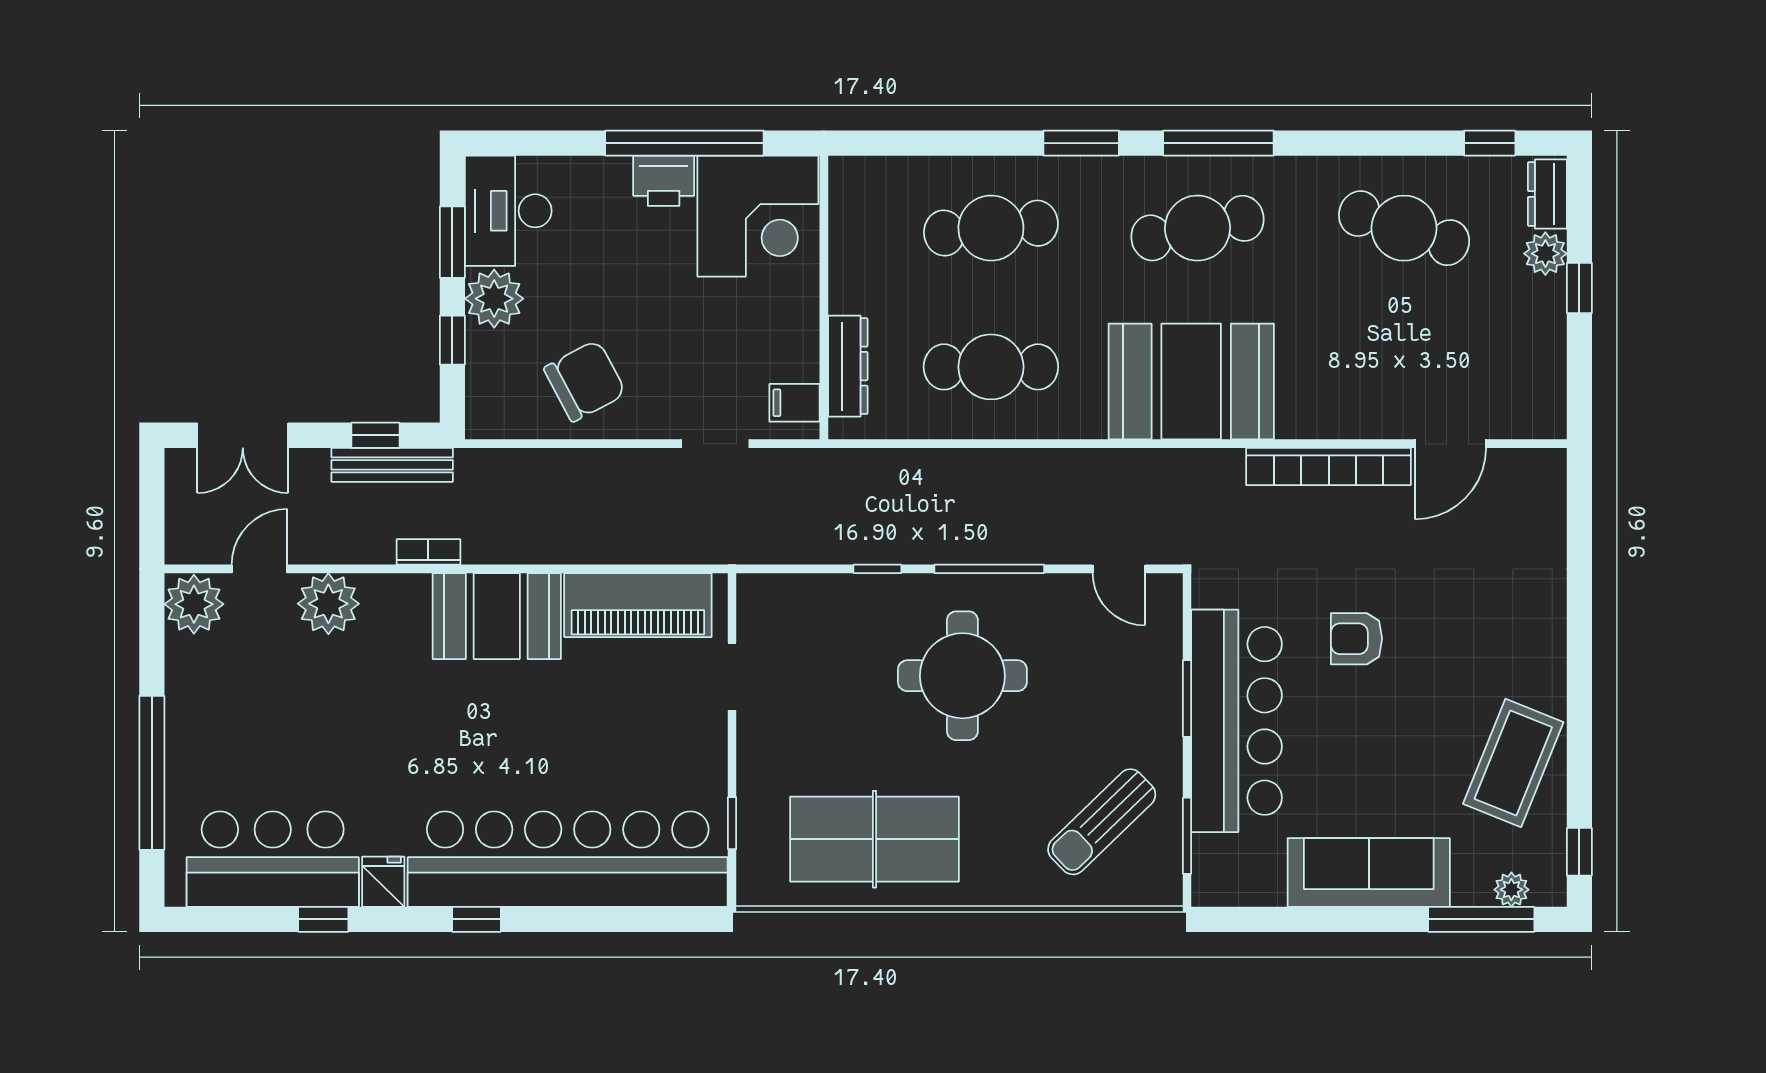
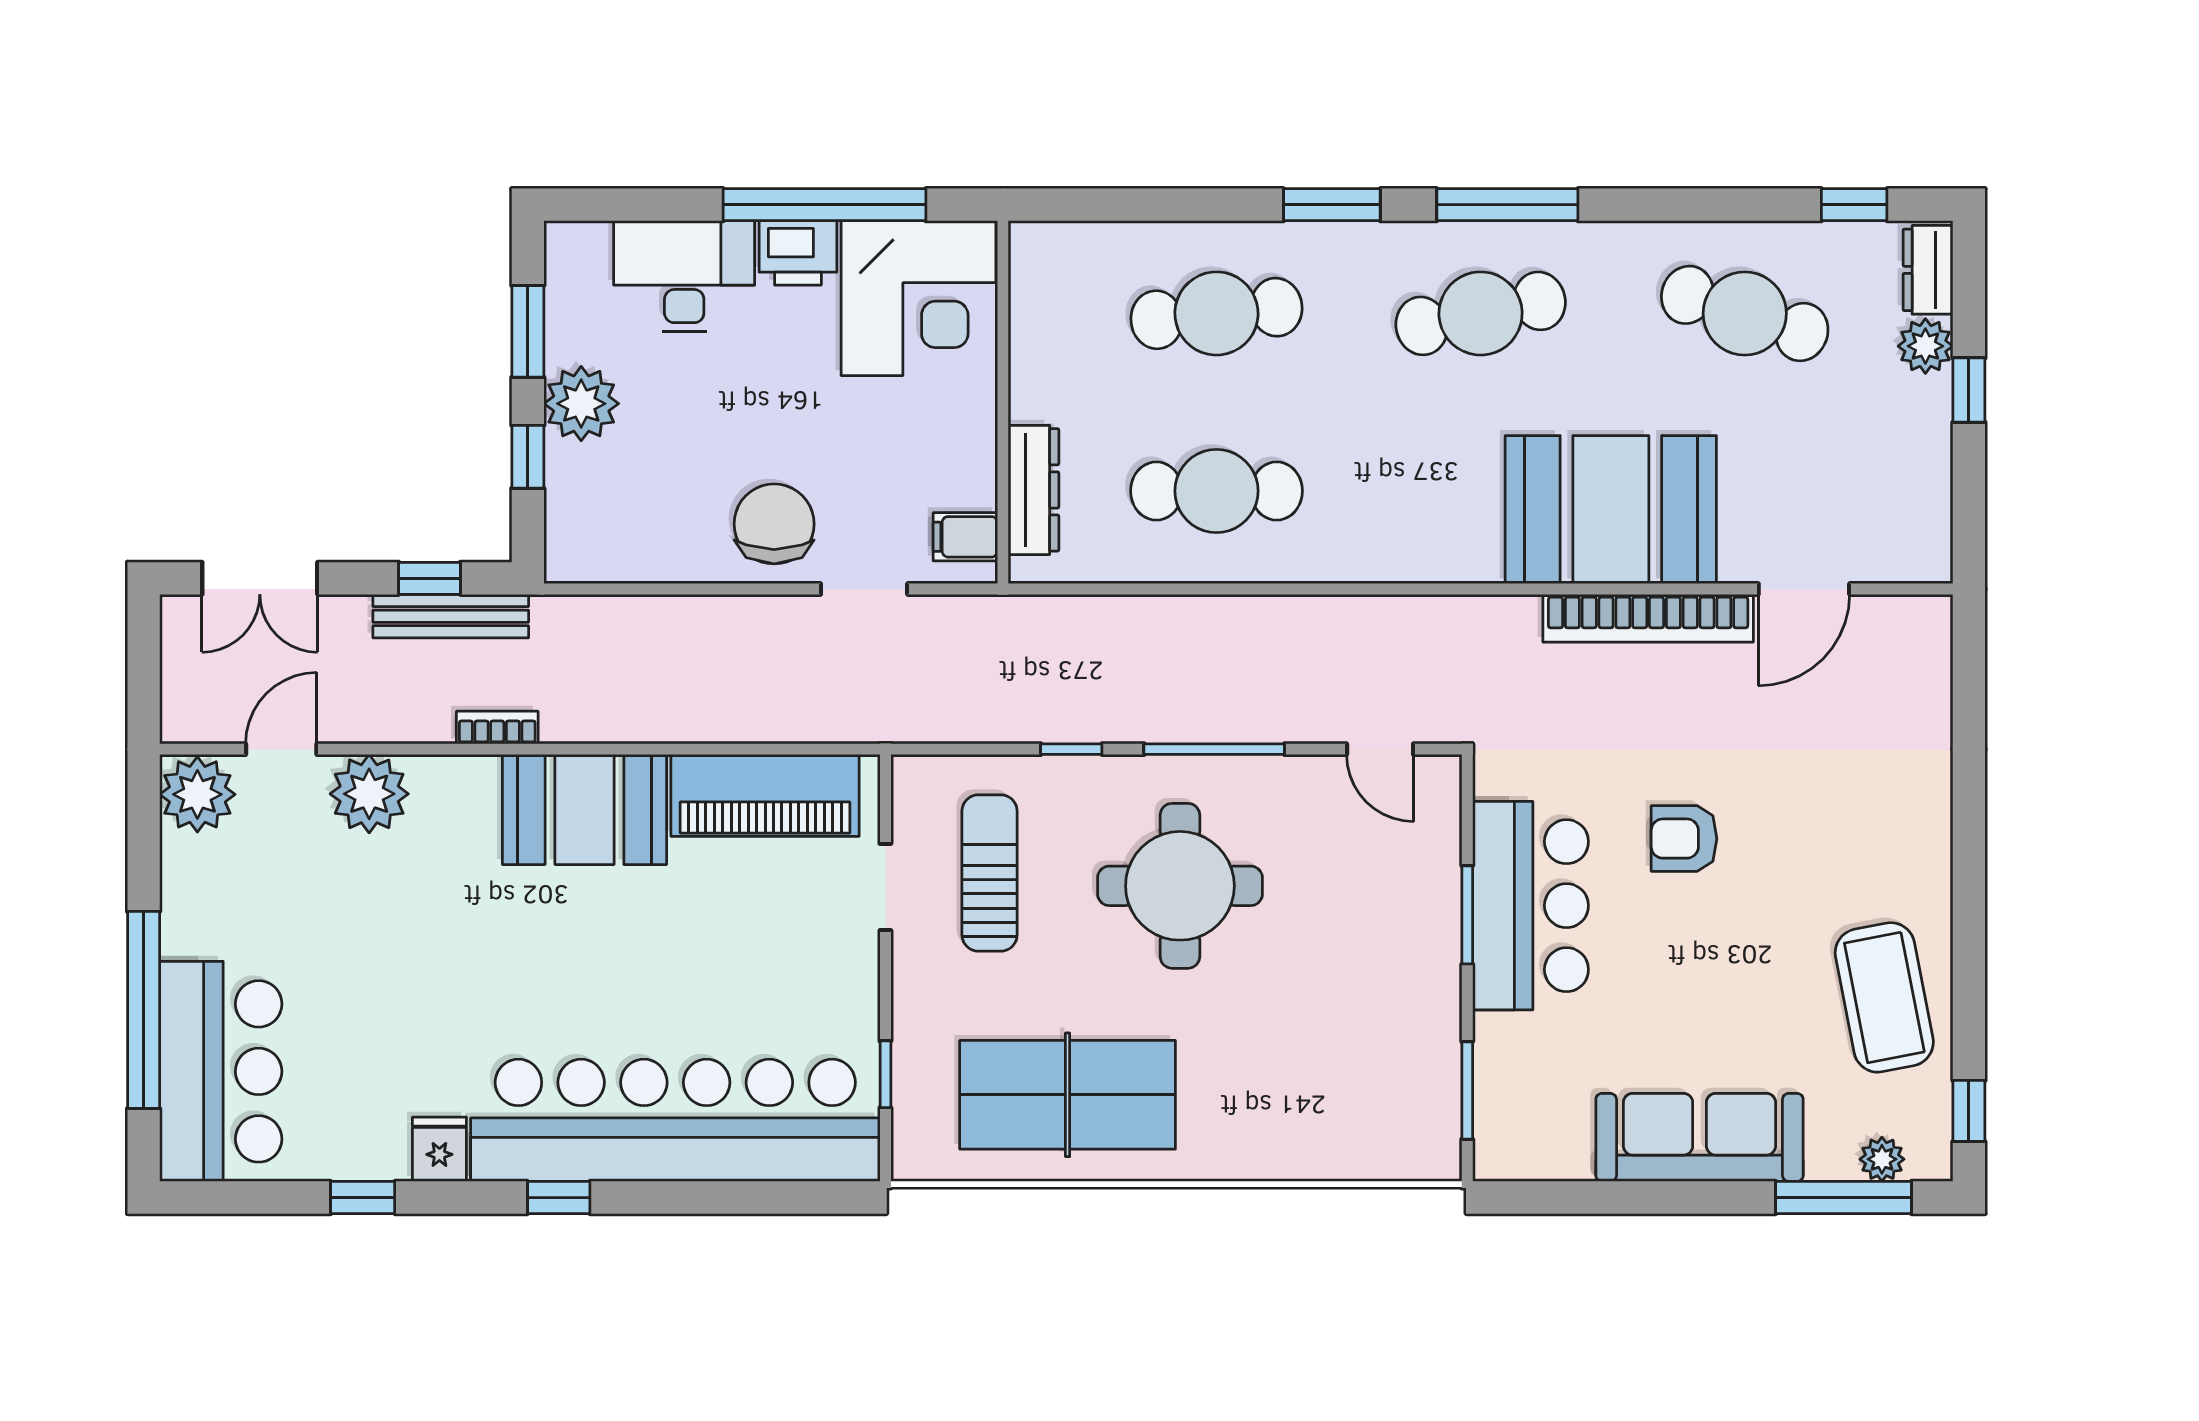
desk: (508, 211) -> (684, 276), moved, turned 90
chair: (585, 381) -> (774, 524), moved, turned -62
booth: (1191, 381) -> (1611, 510), moved
bar counter: (1237, 721) -> (1531, 906), width x0.73
coffee table: (1513, 763) -> (1884, 997), turned -33
sun lounger: (1102, 822) -> (990, 873), moved, turned 134
bar counter: (273, 859) -> (221, 1071), moved, turned 90

